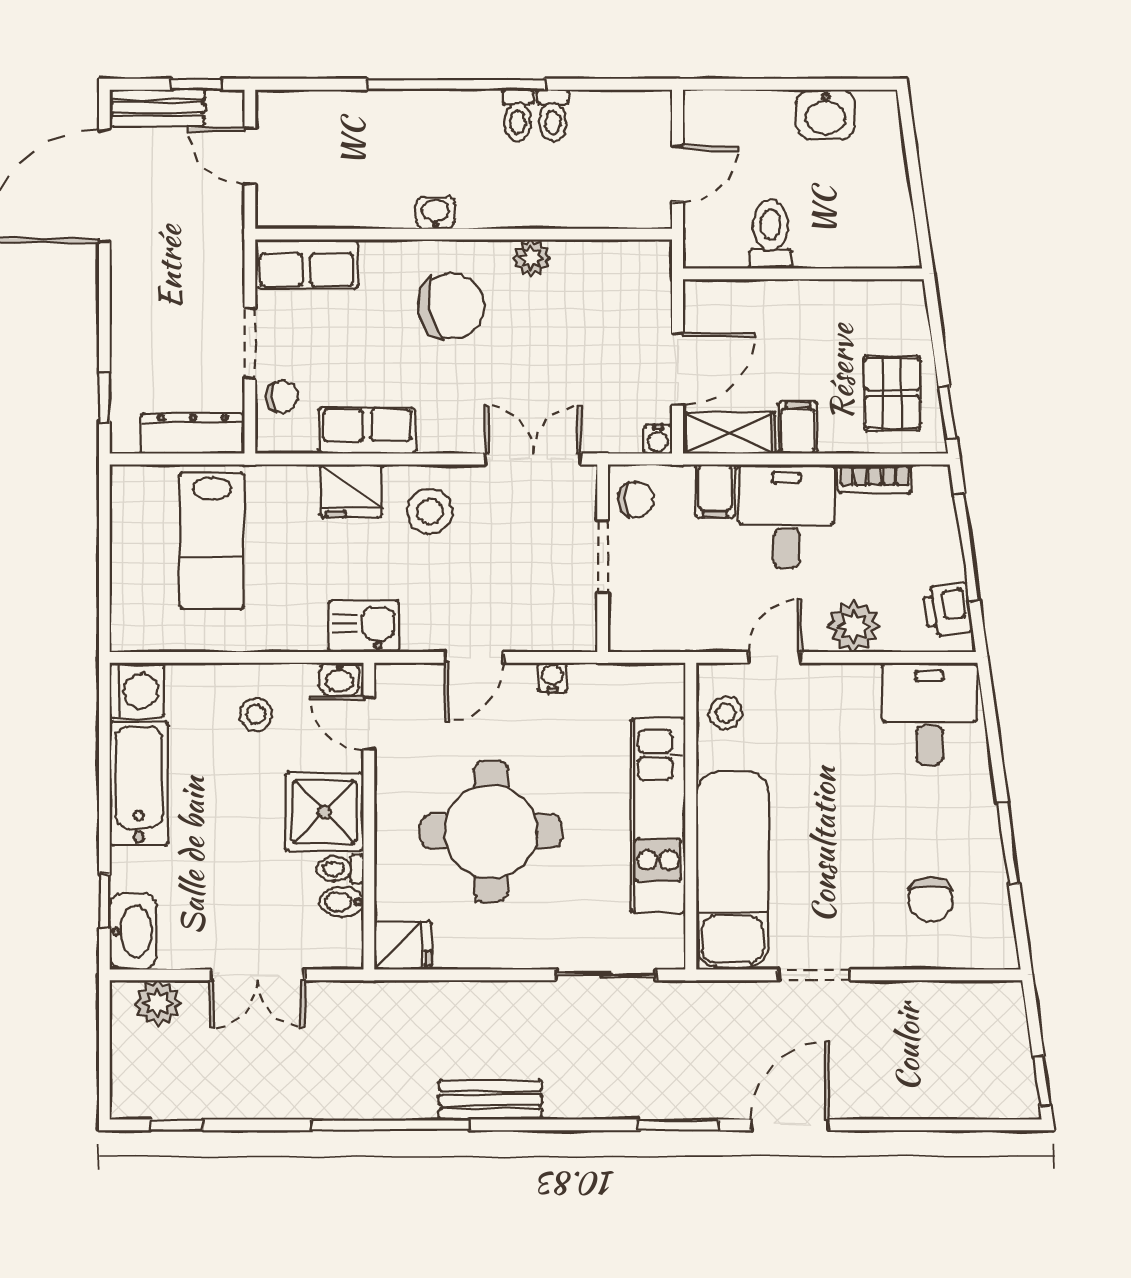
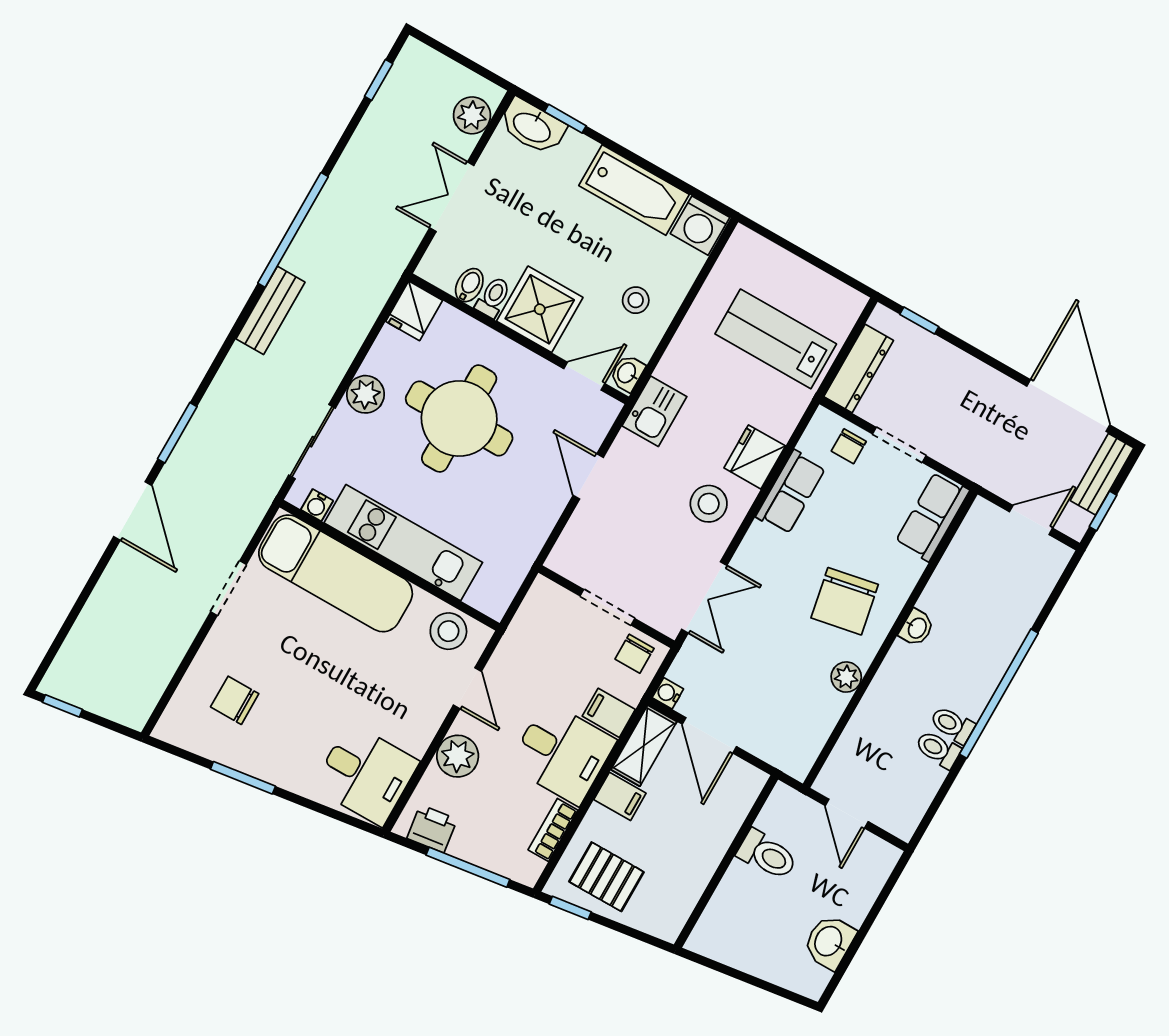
water cooler: (552, 677) -> (317, 505), moved, turned 90
stool: (725, 713) -> (448, 631), width x1.37, depth x1.37
plant: (522, 947) -> (365, 394), added

